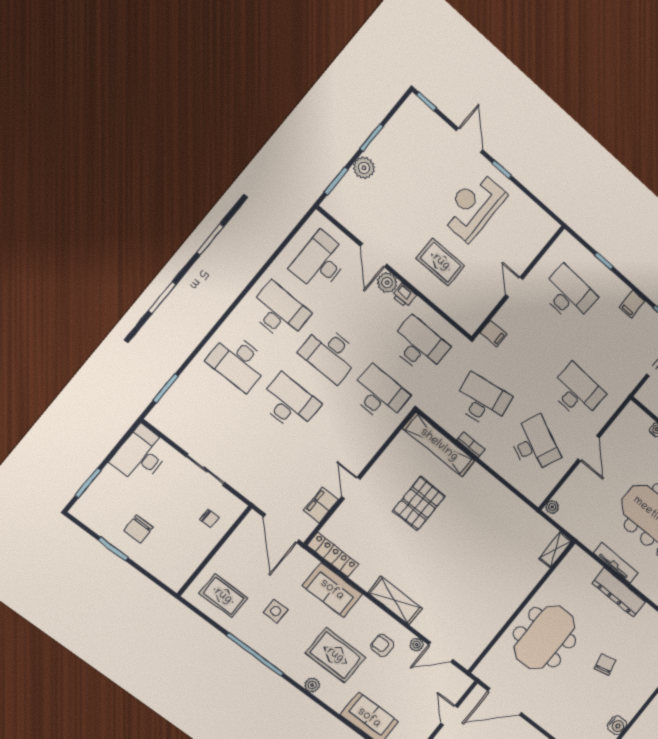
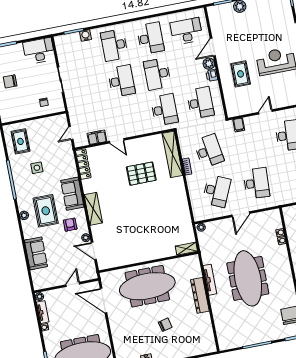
water cooler: (187, 381) -> (86, 35), added
door: (351, 488) -> (117, 141), swing flipped
door: (281, 528) -> (71, 133), width x0.53
sofa: (332, 590) -> (72, 194), moved
meeting table: (545, 637) -> (147, 286), width x1.36

